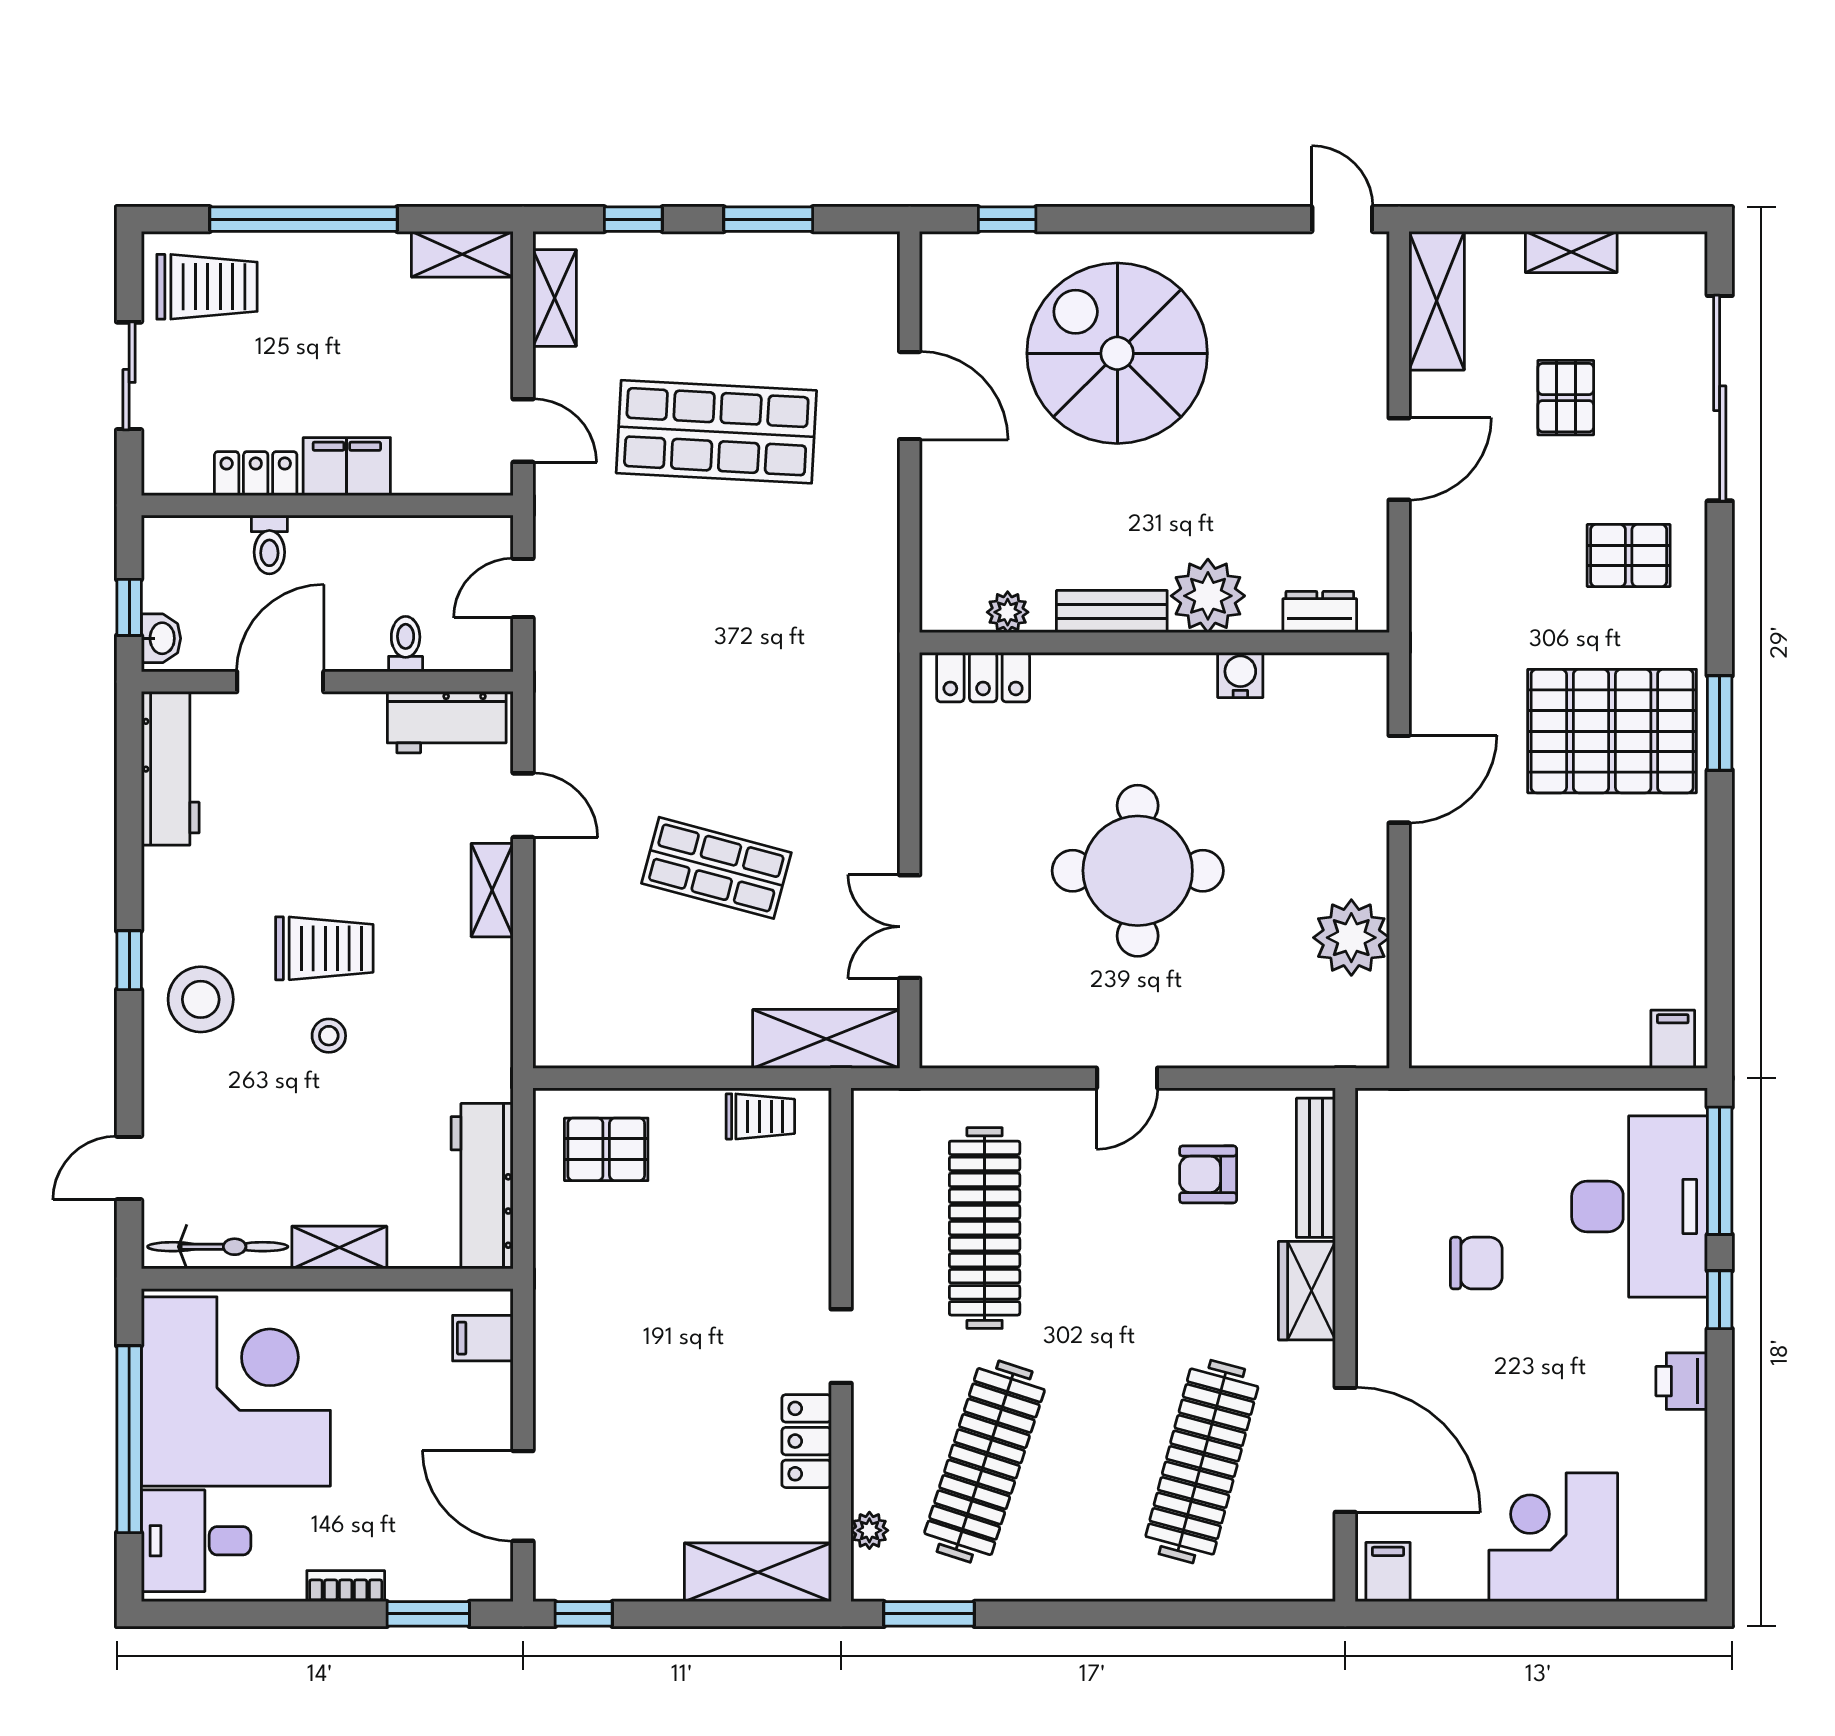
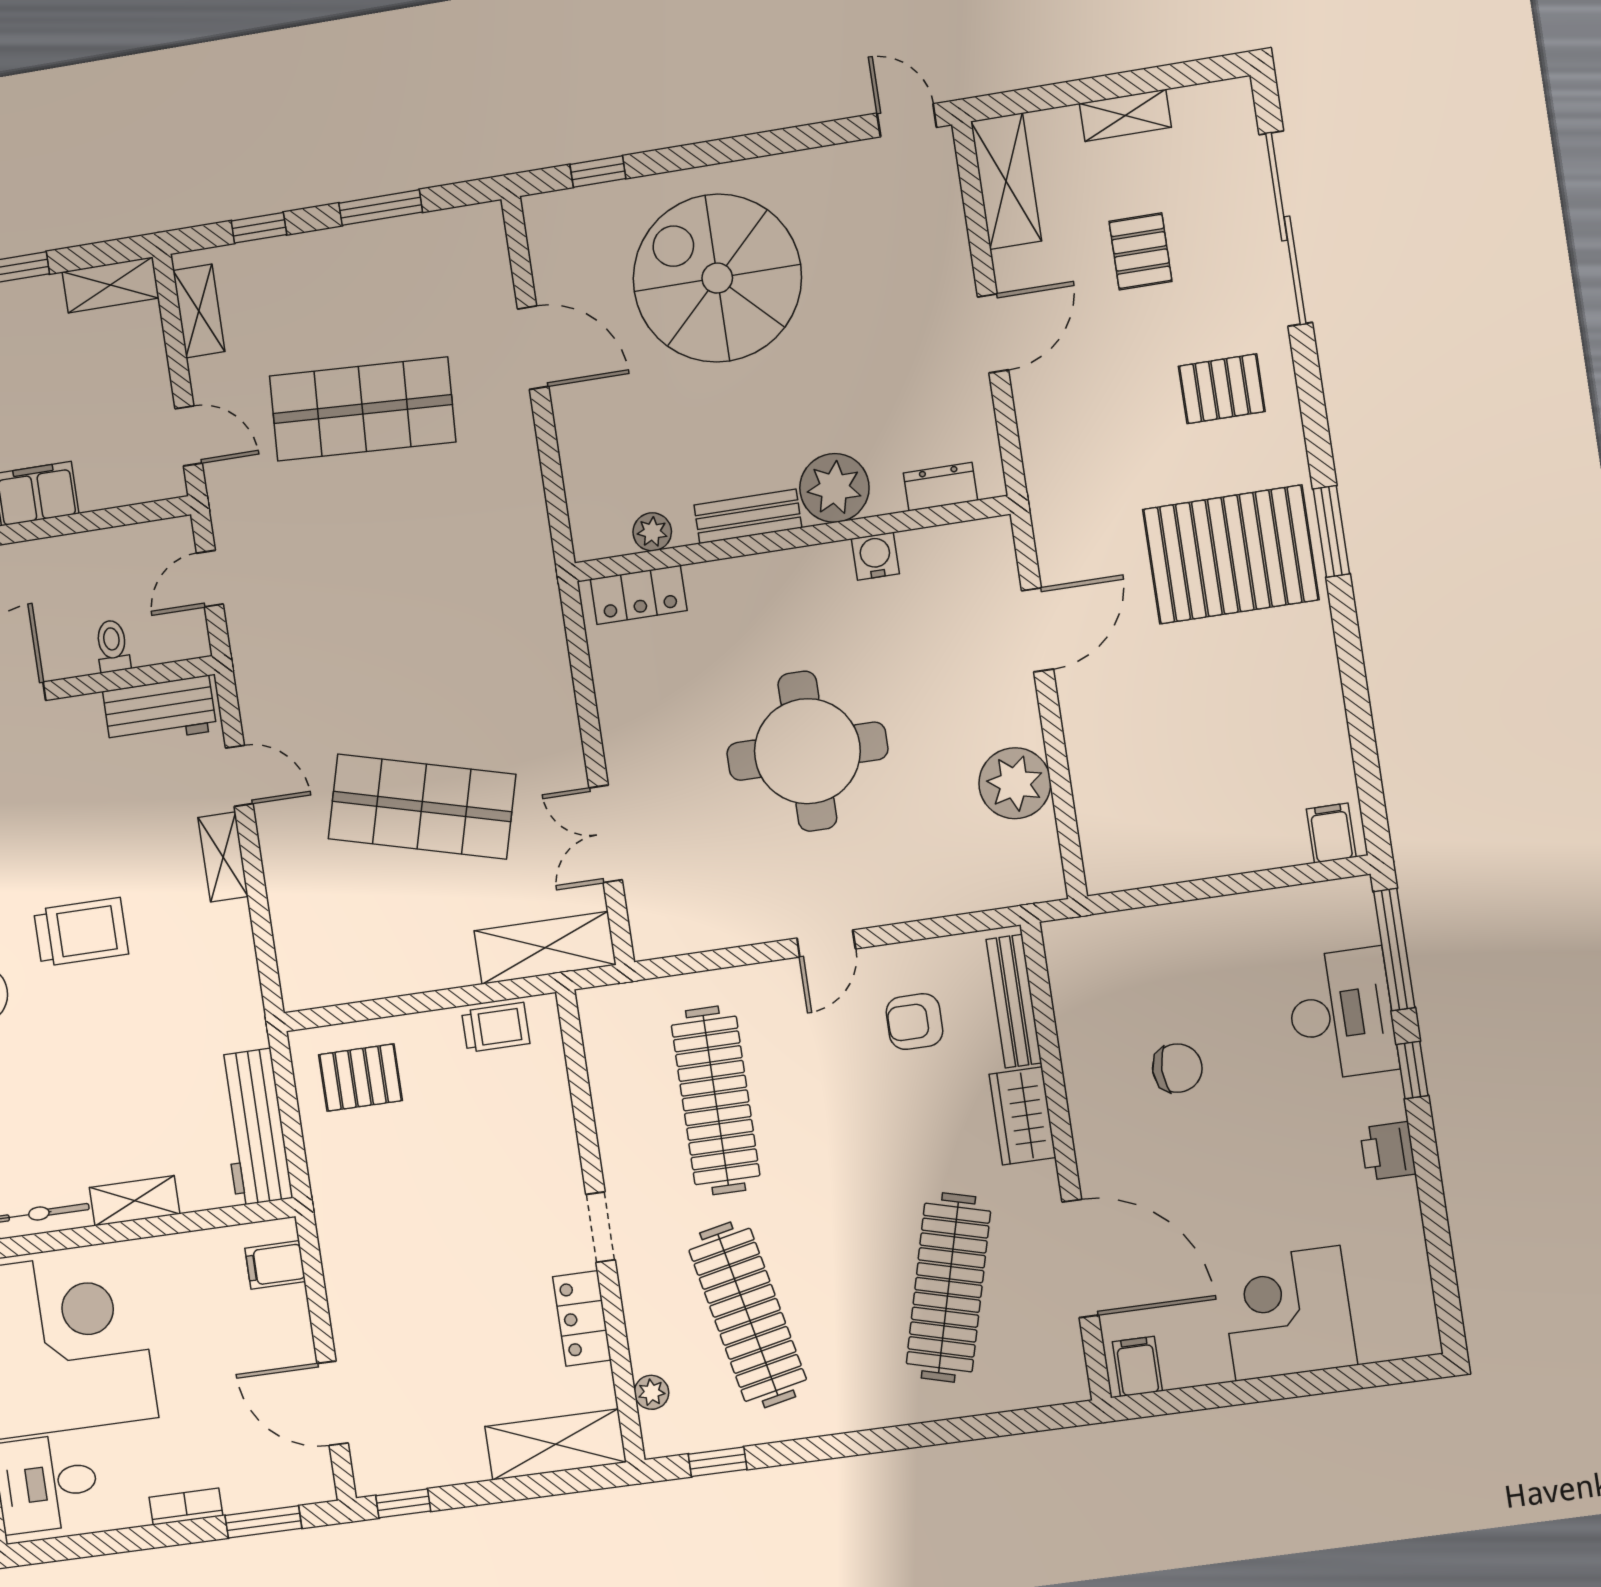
shop shelf: (716, 868) -> (422, 806), width x1.43, depth x1.36
stool: (329, 1036) -> (97, 1010), removed
desk: (1640, 1207) -> (1341, 1014), width x0.73, depth x0.77
clothes rail: (985, 1462) -> (748, 1315), turned -30
window: (929, 1614) -> (718, 1462), width x0.67

